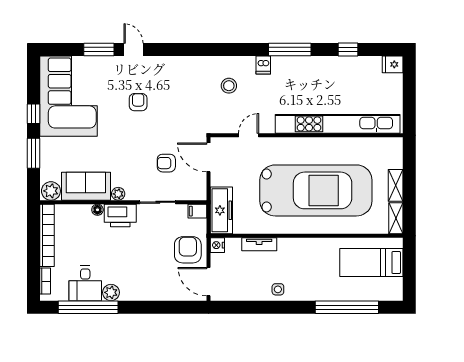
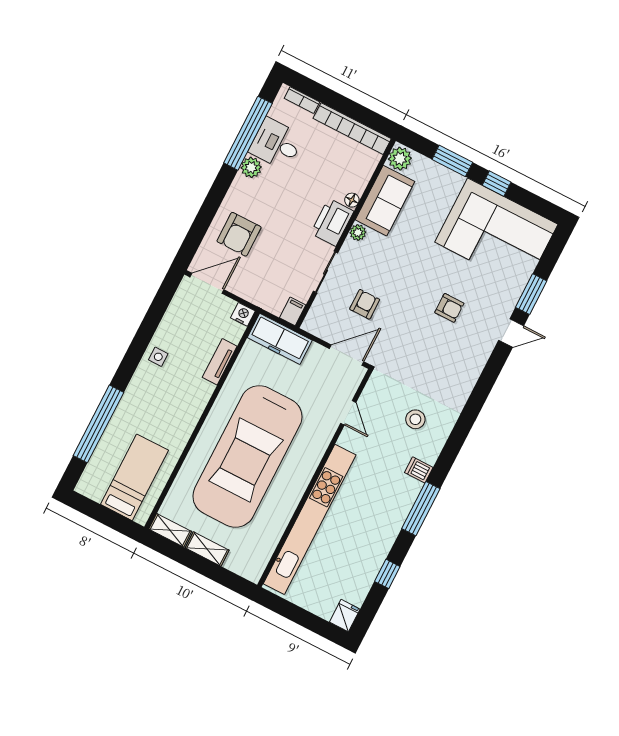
armchair: (188, 250) -> (239, 234), moved, turned 90

